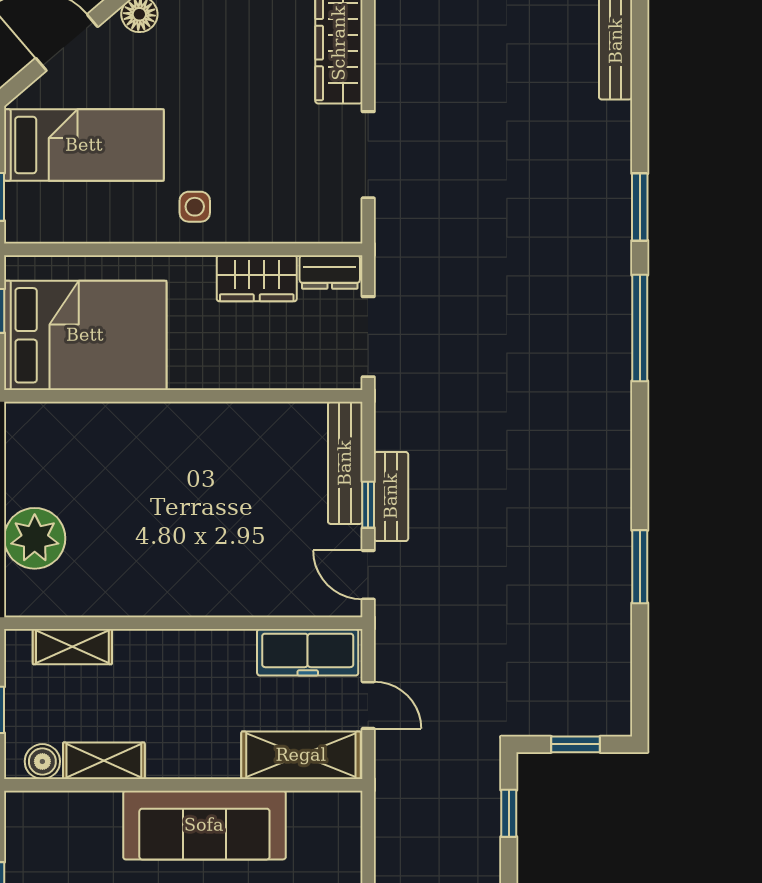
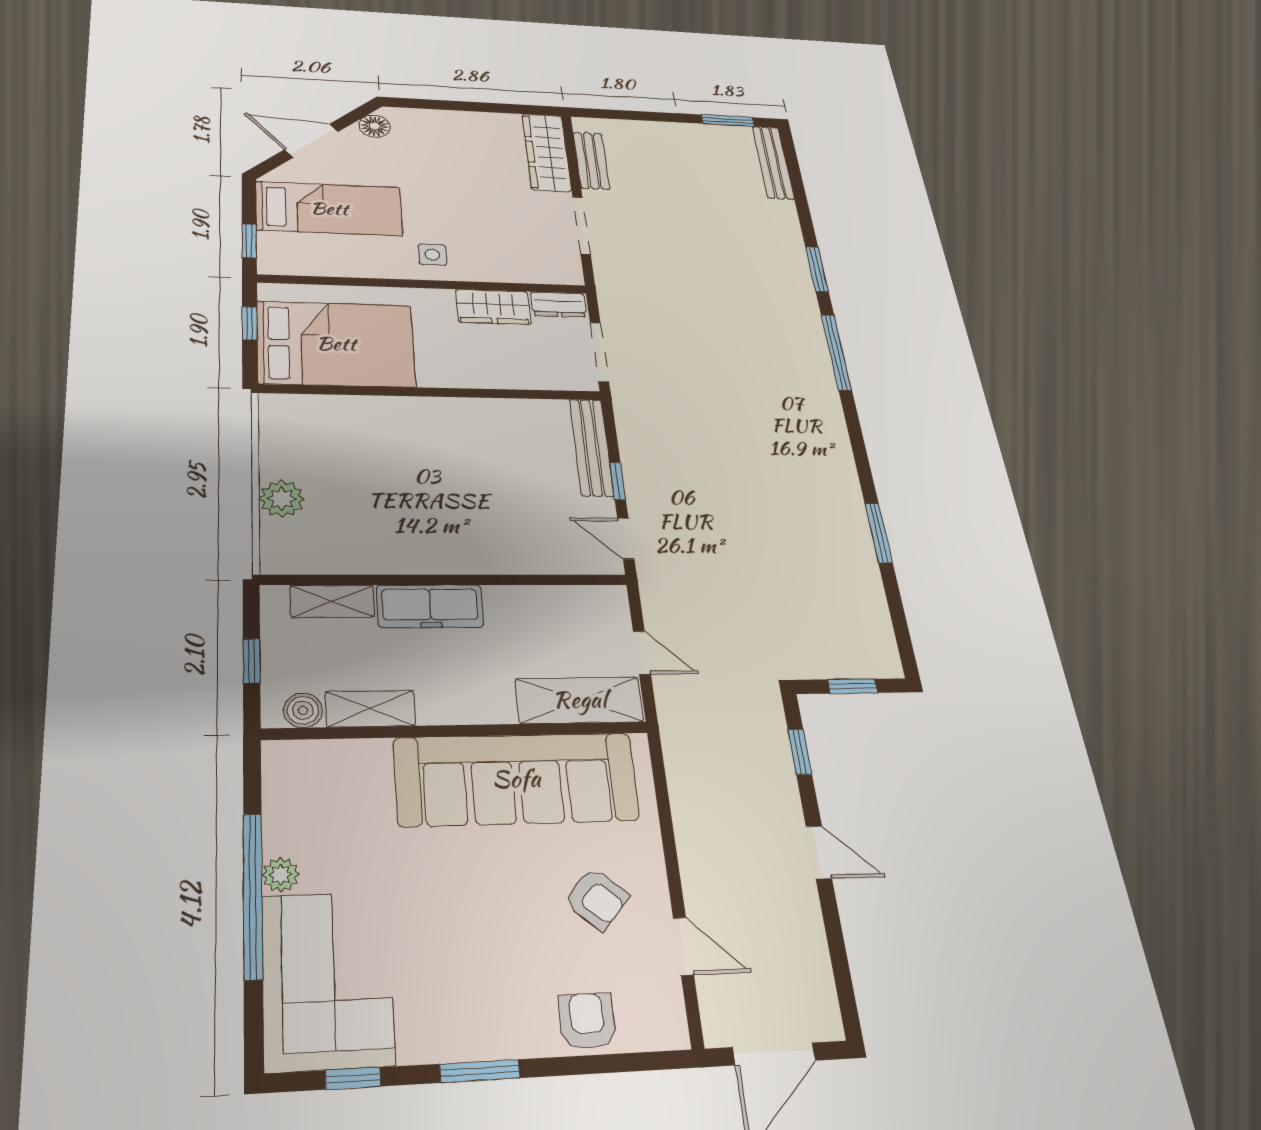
bench: (391, 496) -> (591, 161), moved
plant: (35, 538) -> (282, 499), width x0.73, depth x0.73
freezer: (308, 652) -> (430, 606), moved
sofa: (204, 825) -> (516, 779), width x1.36, depth x1.27

